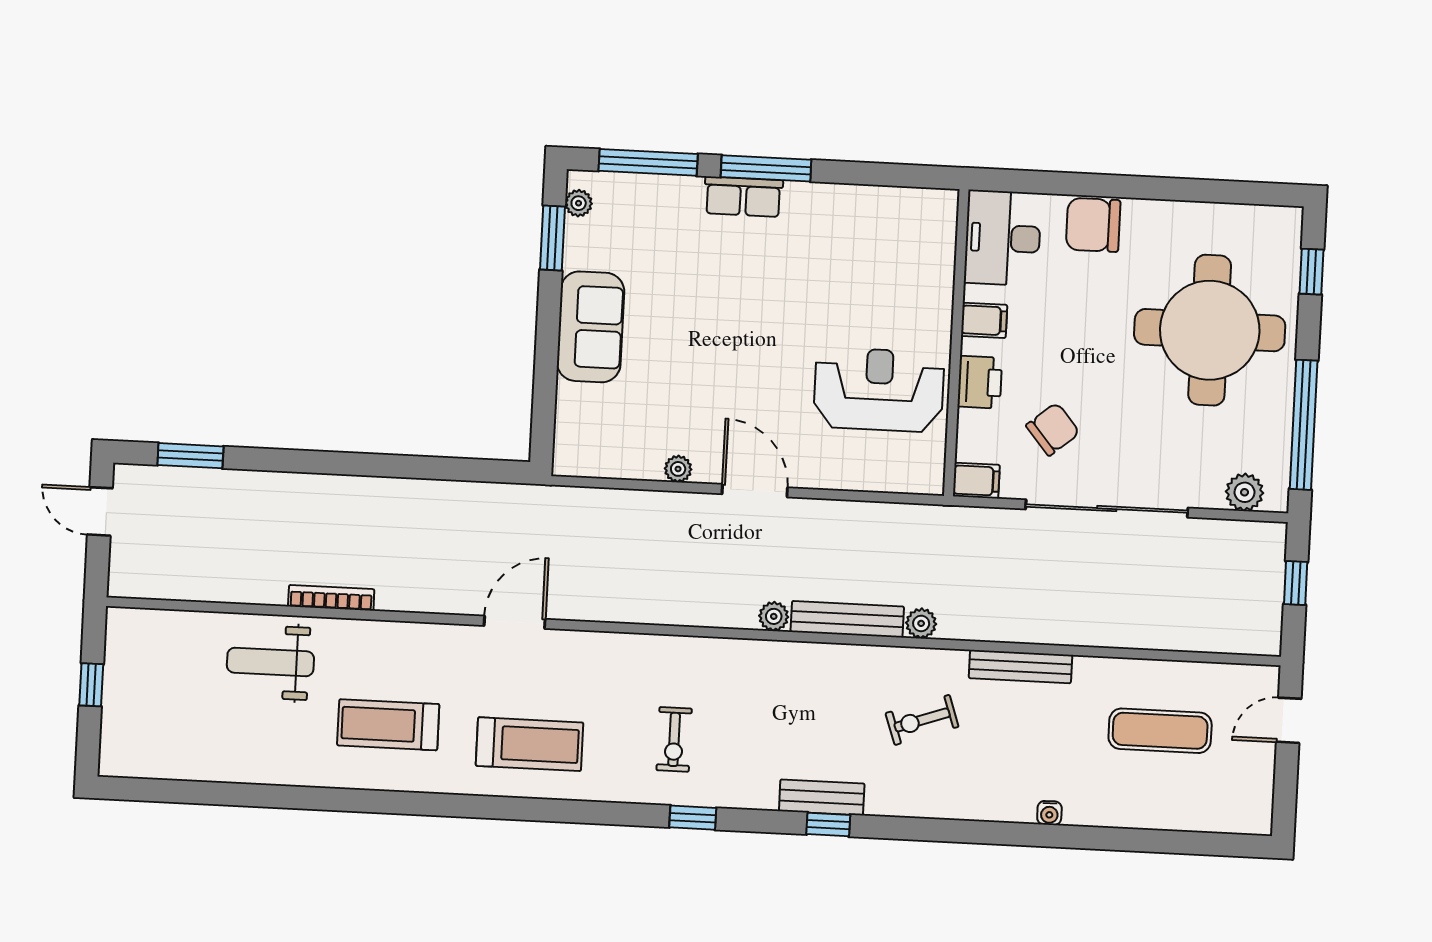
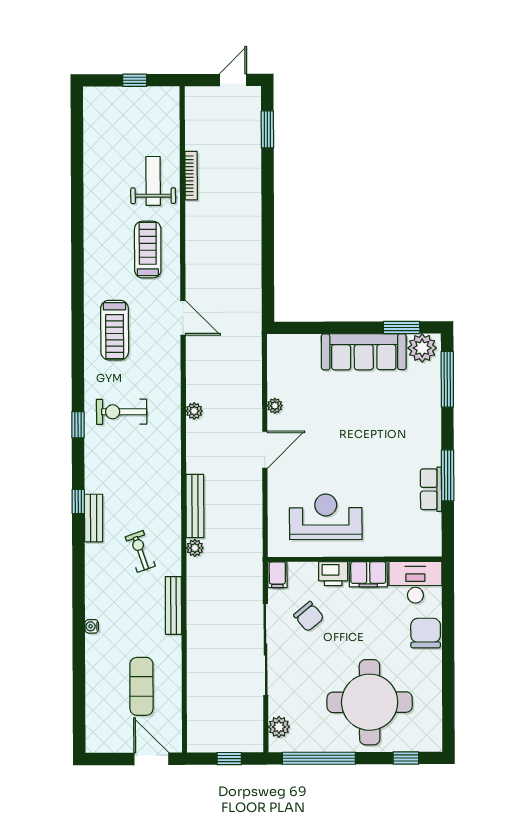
window: (766, 168) -> (448, 475), moved
row of seats: (743, 197) -> (431, 489), moved
plant: (579, 203) -> (422, 348), width x1.88, depth x1.88
filing cabinet: (984, 320) -> (368, 574), width x2.00
sofa: (591, 327) -> (364, 352), width x1.36
reception desk: (879, 390) -> (326, 517), turned -90
bookcase: (331, 598) -> (191, 176), moved
plant: (774, 616) -> (194, 411), moved
door: (1289, 720) -> (151, 759), width x1.38
treadmill: (388, 725) -> (148, 250), moved
exercise bike: (674, 739) -> (122, 412), width x1.38, depth x1.39
bench: (822, 797) -> (94, 518), moved

